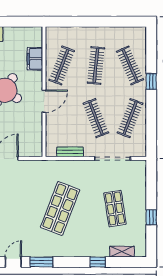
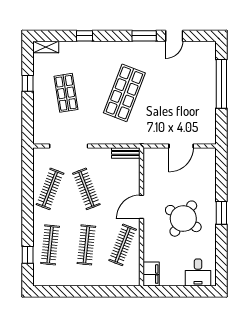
filing cabinet: (35, 59) -> (151, 274), moved
clothes rail: (130, 65) -> (50, 245), turned 30
window: (151, 81) -> (28, 255), moved
bench: (70, 152) -> (126, 153), moved
shelving: (122, 252) -> (46, 47), moved

